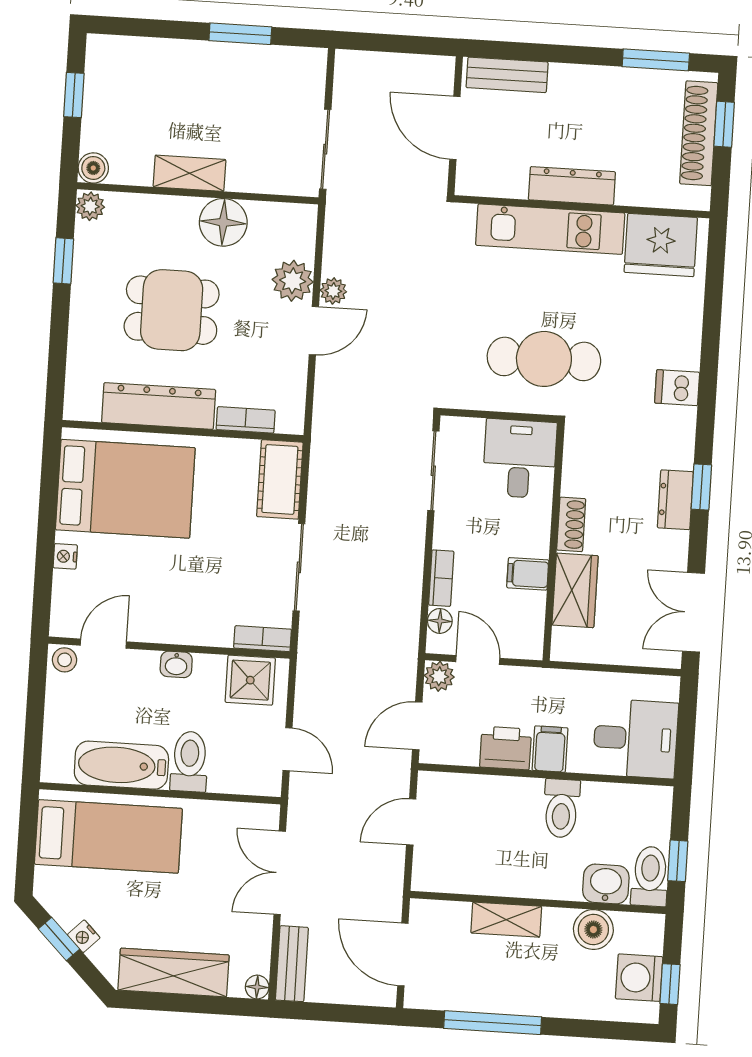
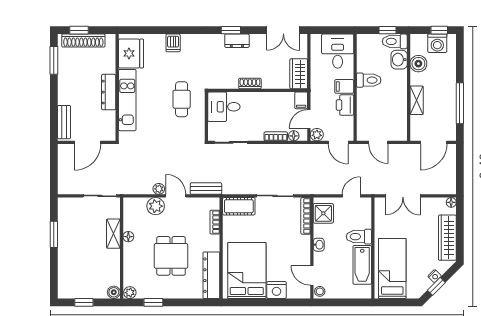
shelving: (189, 173) -> (113, 234), moved
floor lamp: (223, 222) -> (128, 237), width x0.53, depth x0.53
cafe table: (544, 359) -> (182, 99), width x0.73, depth x0.74
dishwasher: (677, 388) -> (173, 43), moved
dresser: (159, 406) -> (211, 275), moved
nightstand: (65, 556) -> (277, 290), width x1.89, depth x1.79
filing cabinet: (528, 574) -> (301, 100), moved
wardrobe: (575, 590) -> (299, 74), moved, turned -90
bookcase: (263, 639) -> (306, 216), width x1.56
bench: (292, 964) -> (206, 189), moved

